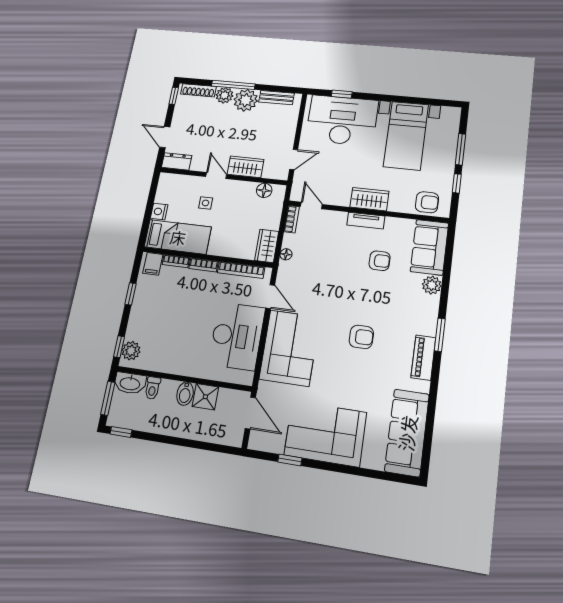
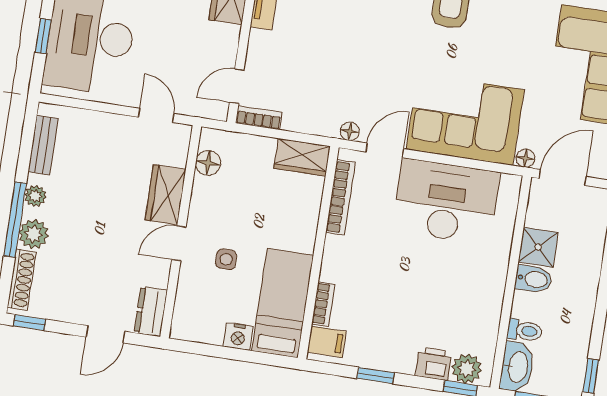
plant: (246, 100) -> (35, 196), width x0.53, depth x0.53
floor lamp: (286, 254) -> (350, 131), moved
bookcase: (204, 265) -> (331, 258), removed
printer: (135, 330) -> (433, 364), added
floor lamp: (264, 388) -> (525, 158), added

